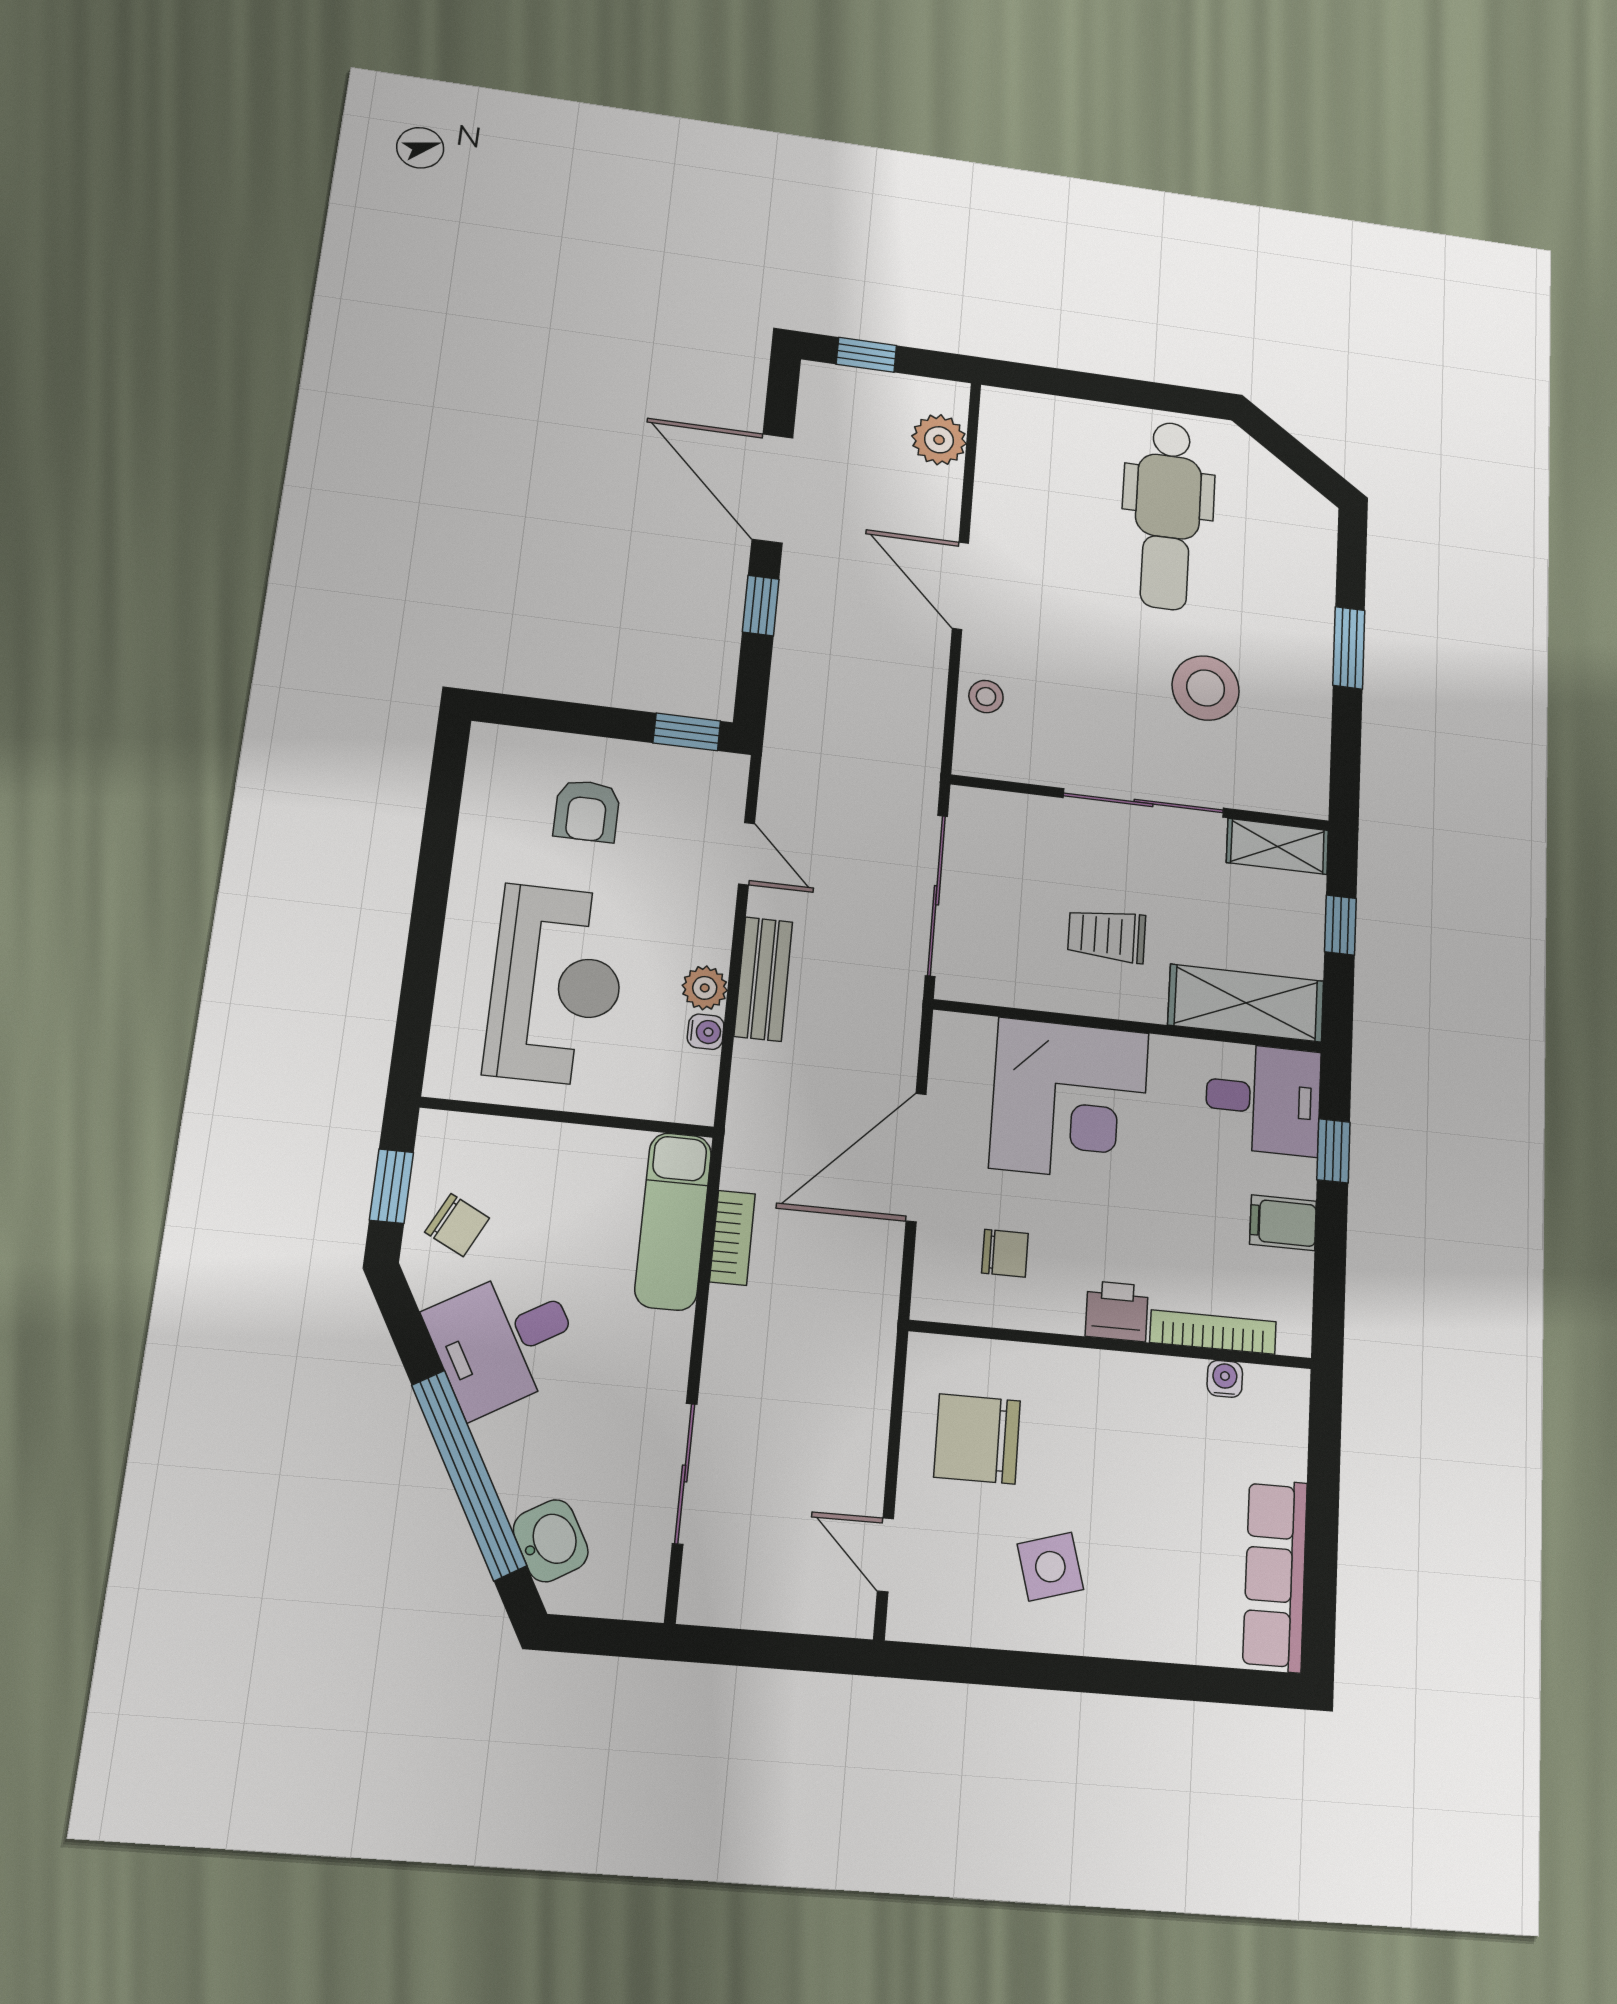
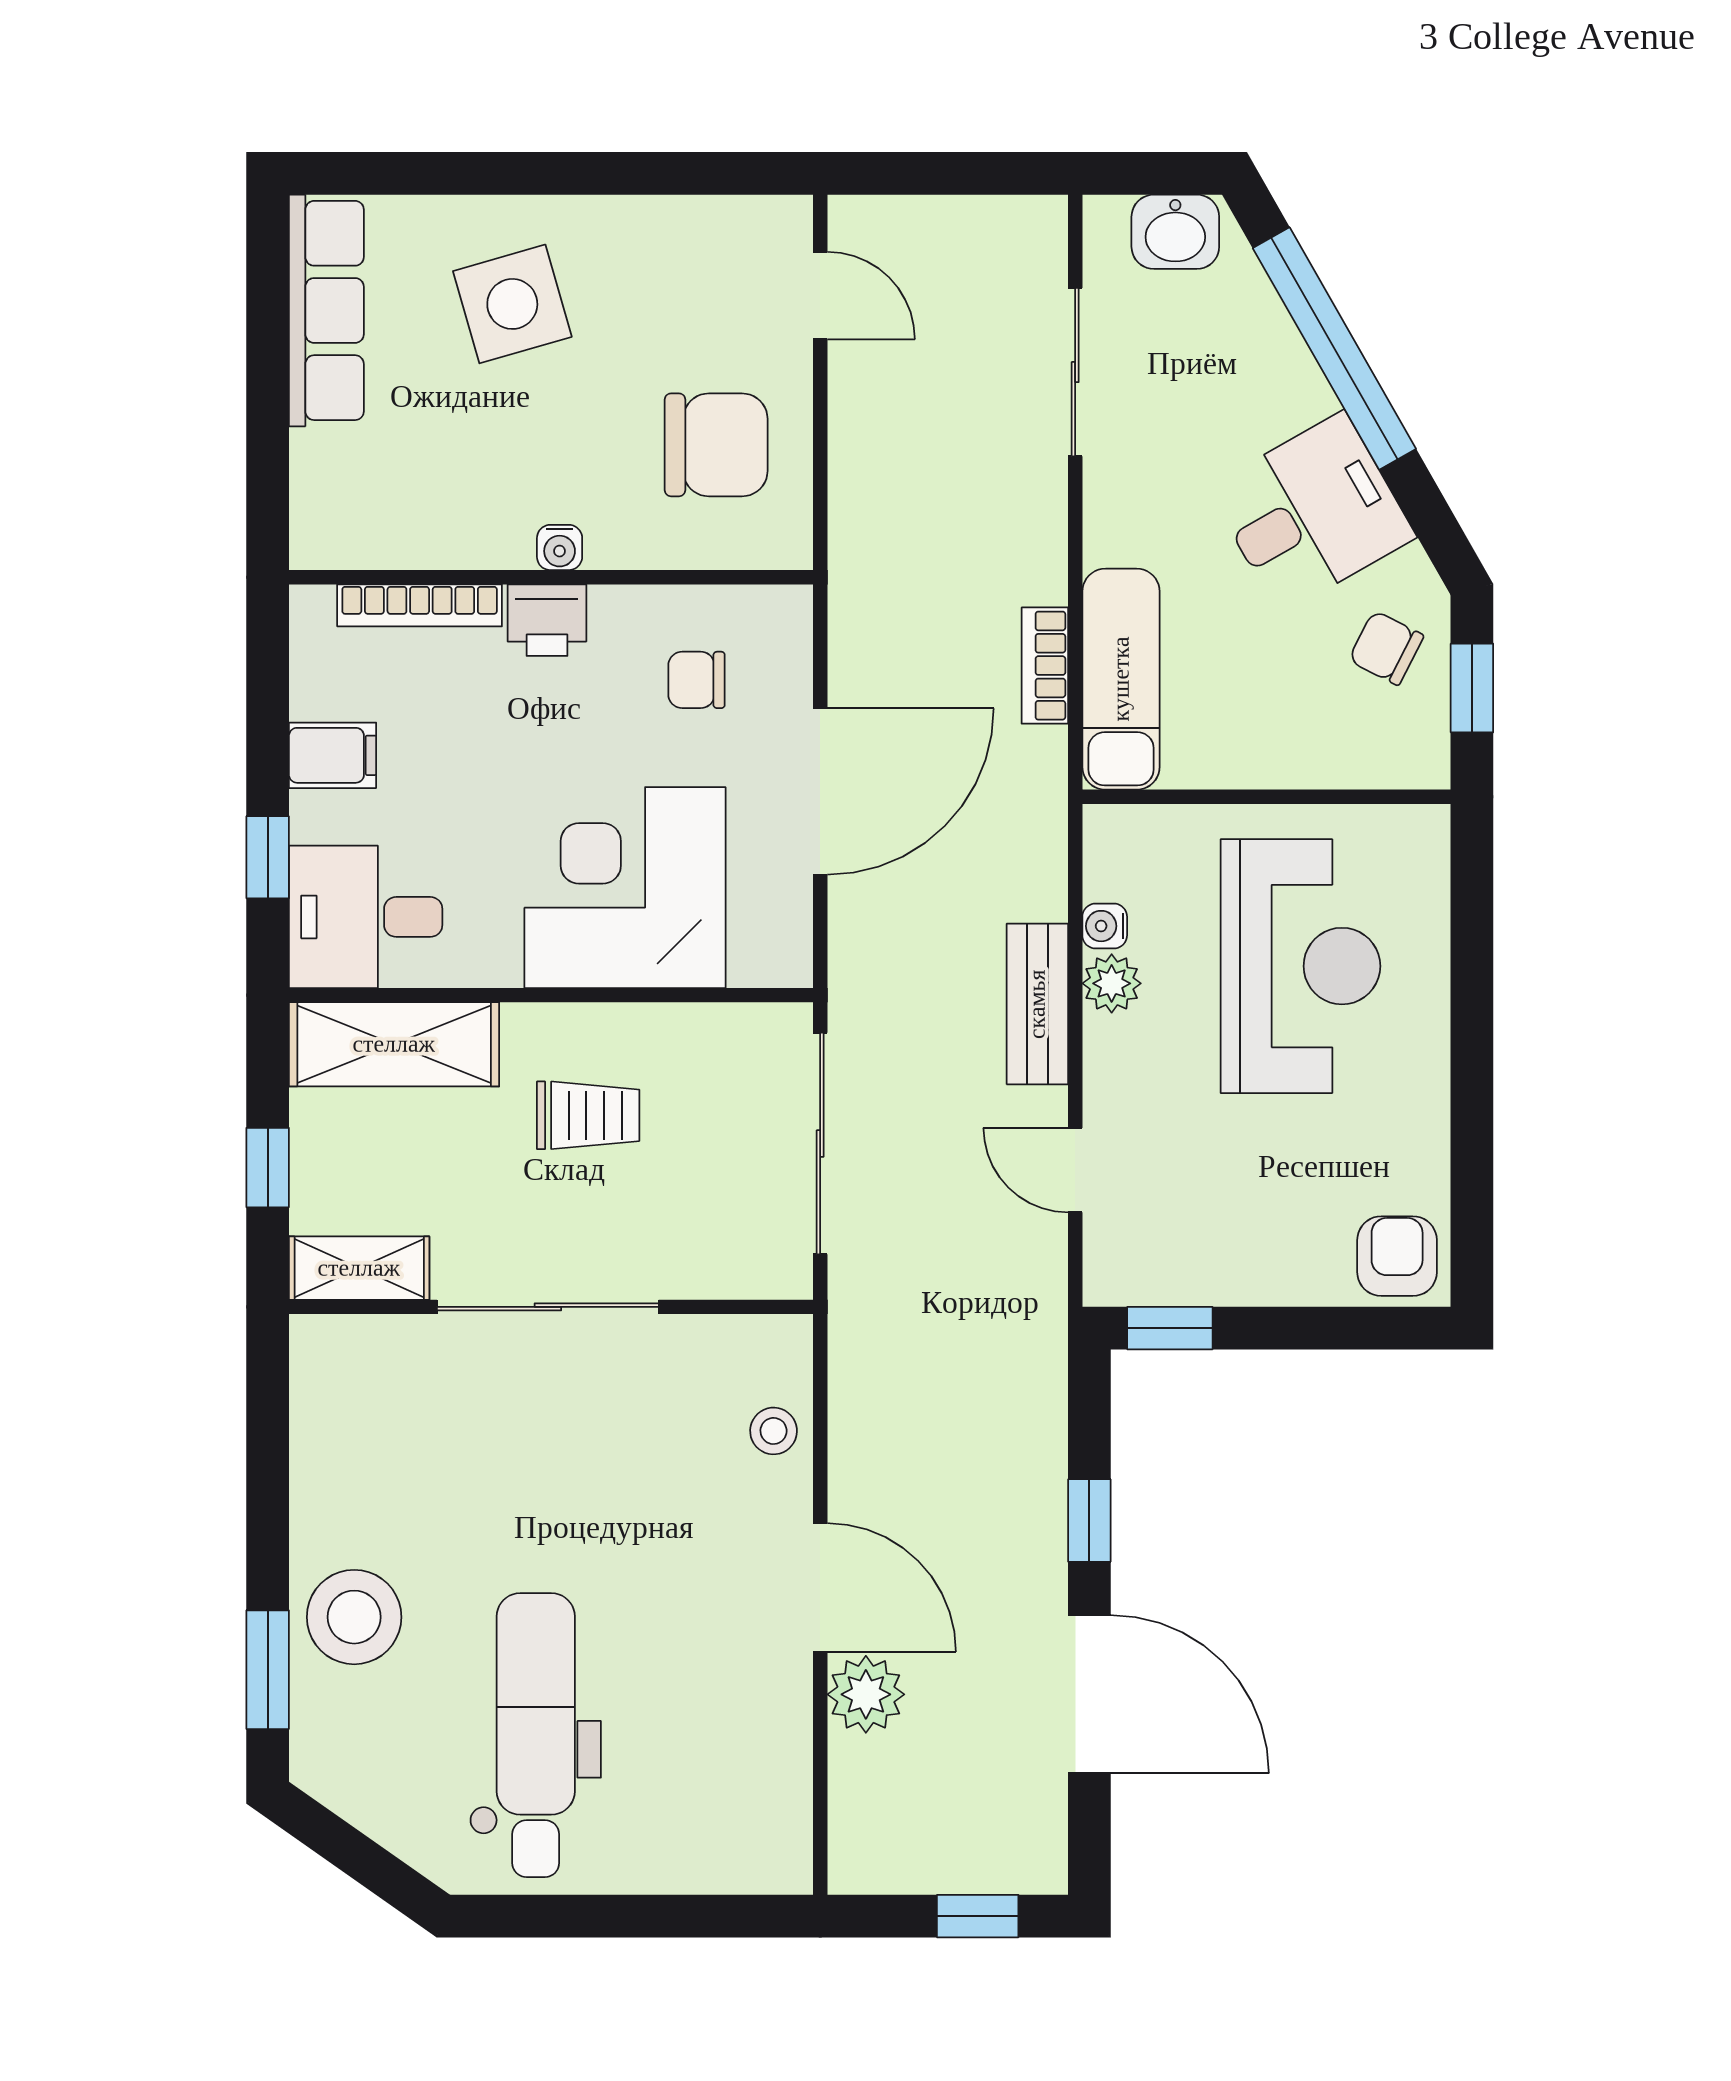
plant: (939, 440) -> (866, 1694), moved
window: (1349, 648) -> (268, 1670), moved
stool: (1206, 688) -> (354, 1617), moved
armchair: (587, 811) -> (1397, 1256), moved
reception desk: (556, 985) -> (1300, 966), turned 180
water cooler: (1225, 1379) -> (560, 547), moved
washbasin: (551, 1541) -> (1175, 232), moved, turned -60
side table: (1050, 1567) -> (512, 304), moved, width x1.37, depth x1.37

